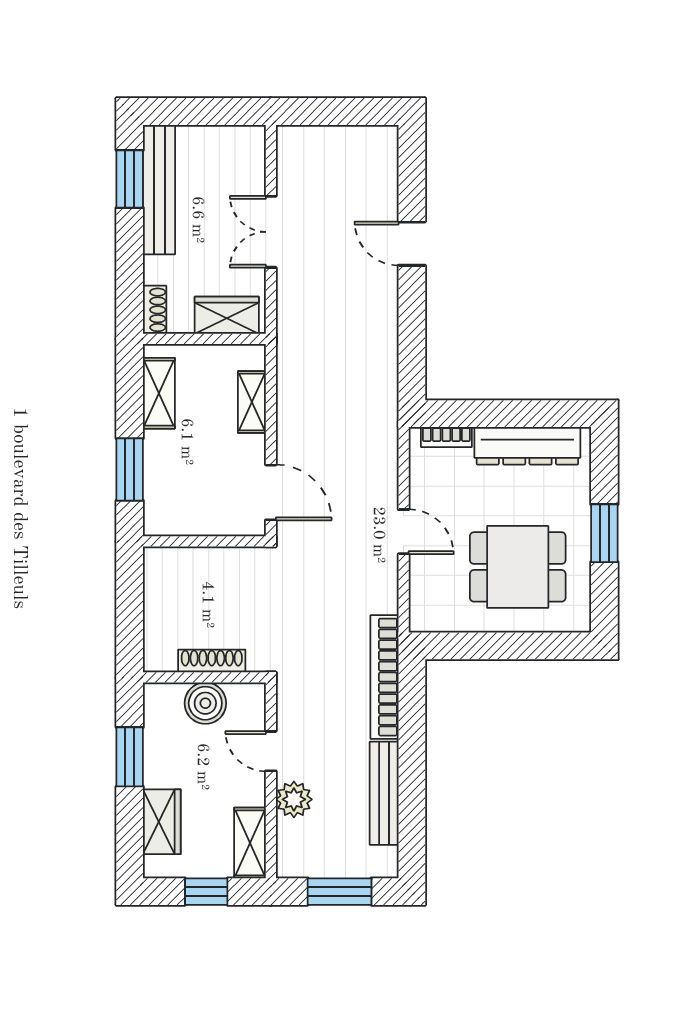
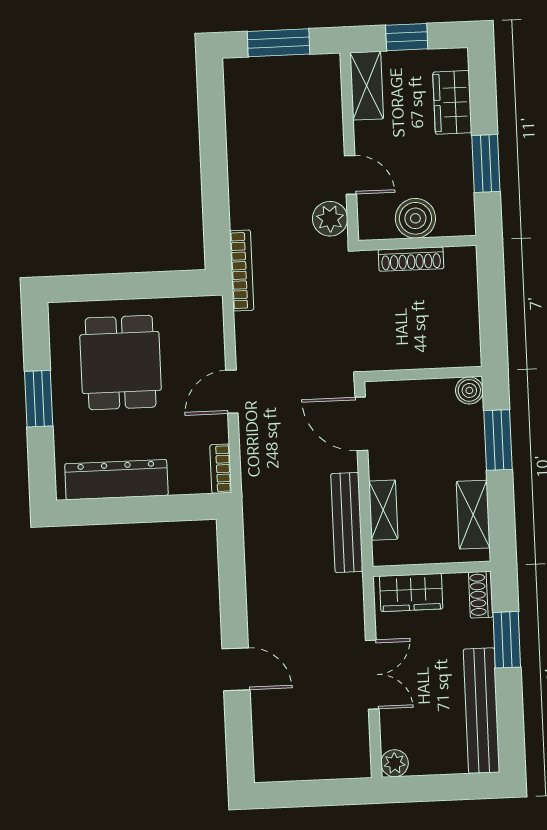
plant: (252, 139) -> (395, 763), added
window: (130, 179) -> (507, 640), moved
bookcase: (446, 437) -> (221, 469), moved, turned -90
boiler: (157, 522) -> (469, 390), added
door: (404, 532) -> (232, 392), hinge flipped
dining table: (518, 567) -> (121, 363), turned 90
bookcase: (385, 677) -> (242, 270), width x0.68, depth x0.76
bench: (384, 793) -> (347, 522), moved
plant: (294, 799) -> (330, 219), moved

